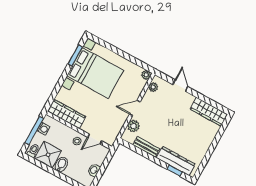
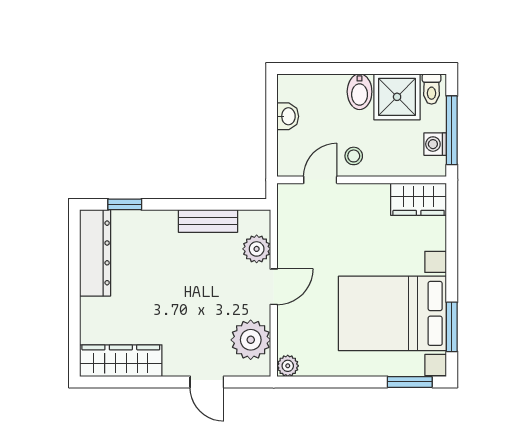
window: (103, 43) -> (410, 382), added
plant: (153, 87) -> (251, 340), width x1.87, depth x1.87
wardrobe: (67, 114) -> (419, 199), width x0.67
dresser: (176, 161) -> (95, 253), moved, turned -90

